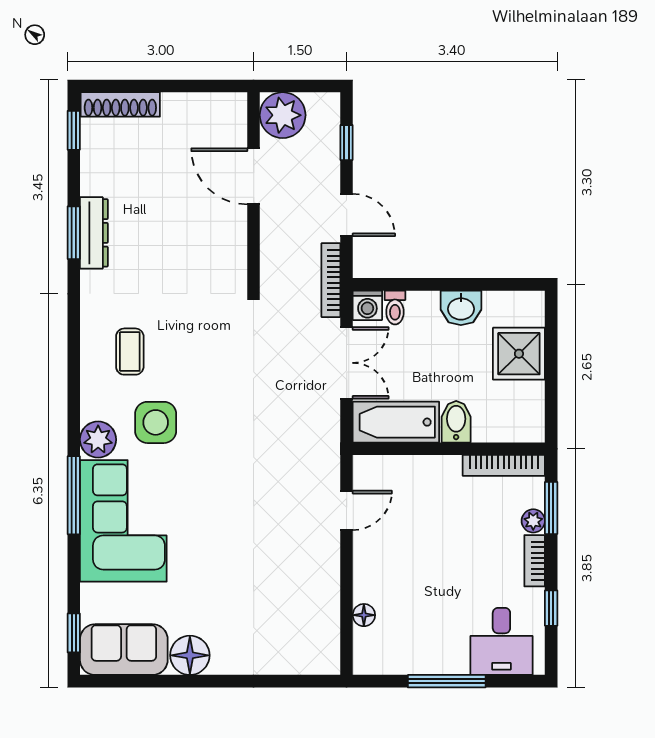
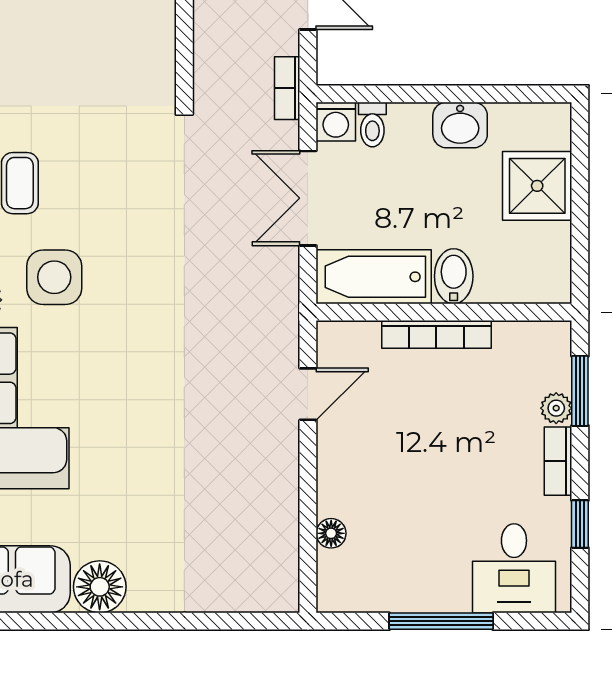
bookcase: (331, 280) -> (287, 88), width x0.64
double door: (347, 363) -> (308, 198), swing flipped
bookcase: (504, 465) -> (436, 334), moved

